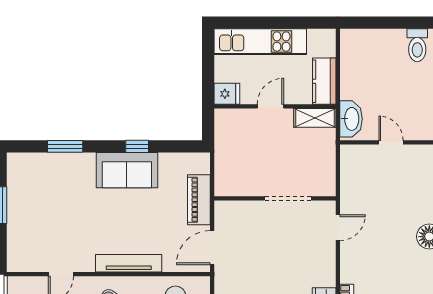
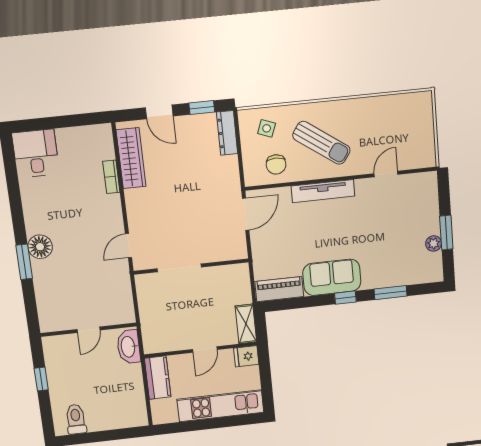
shelving: (315, 118) -> (246, 324), moved, turned 90
door: (391, 142) -> (88, 330), hinge flipped
window: (137, 146) -> (345, 298), moved
plant: (15, 195) -> (434, 243), added
piano: (199, 200) -> (279, 289), moved, turned -90

